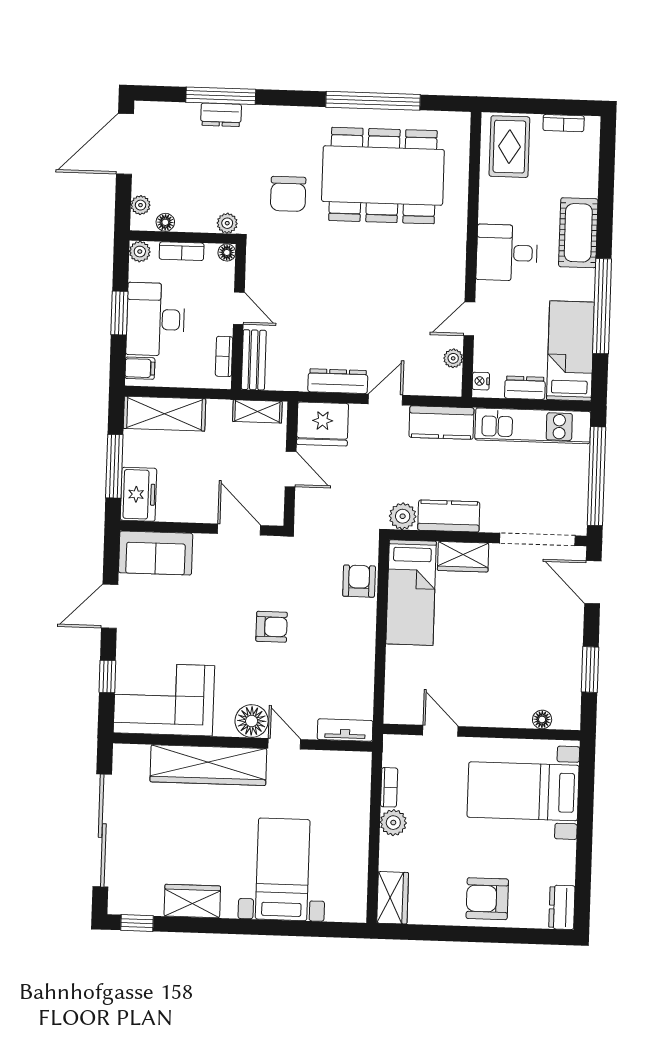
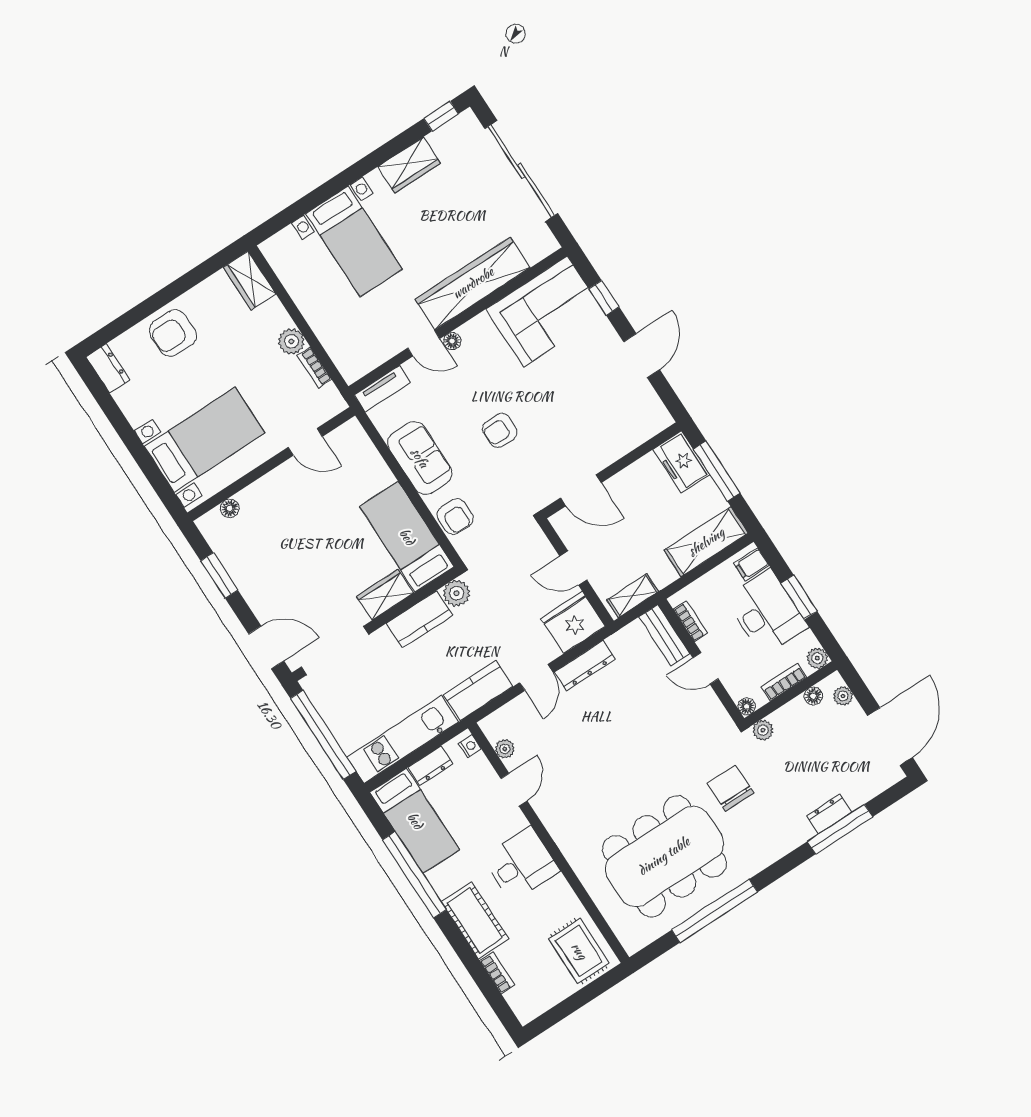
bookcase: (564, 123) -> (497, 973), moved, turned 90
sofa: (156, 553) -> (420, 458), moved, turned 90
floor lamp: (252, 721) -> (452, 341), width x0.53, depth x0.53
armchair: (487, 899) -> (173, 333), turned 180

